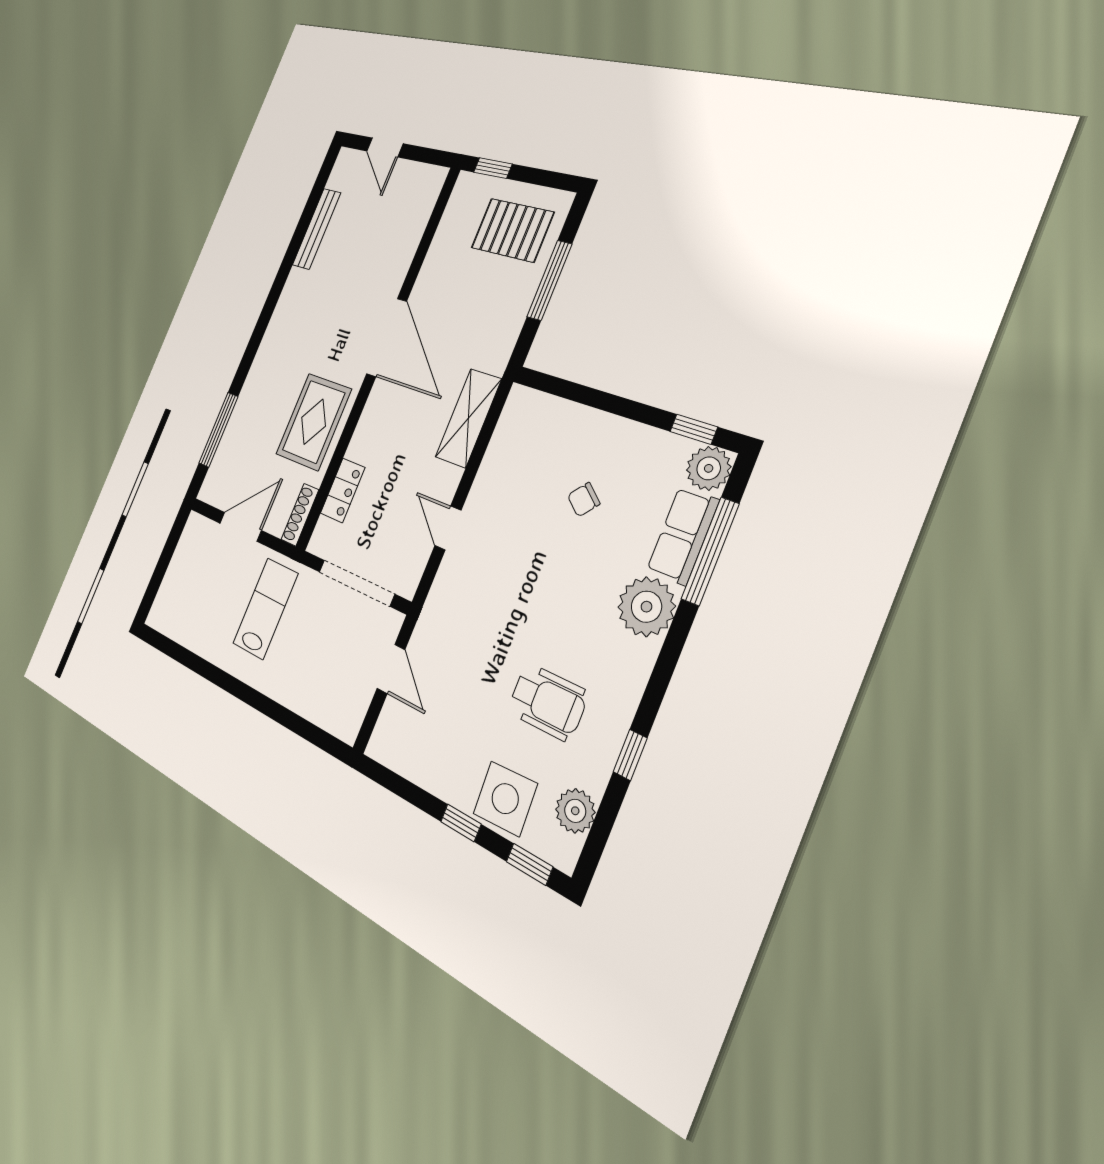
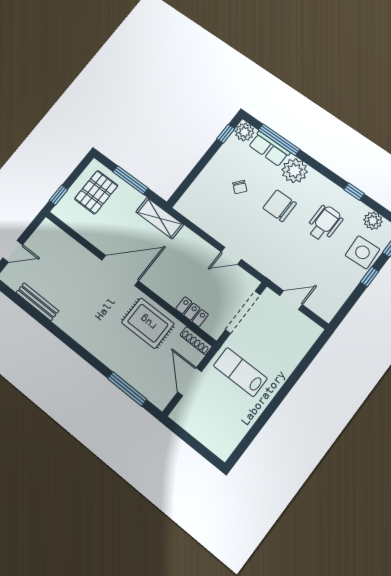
shelving: (468, 418) -> (160, 218), moved
chair: (563, 596) -> (280, 206), added

